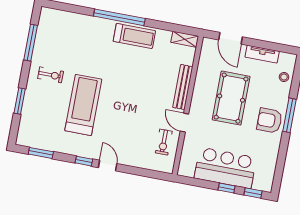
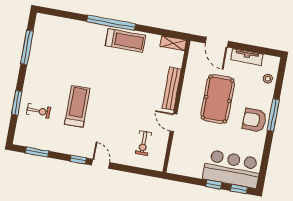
exercise bike: (51, 75) -> (39, 111), moved
treadmill: (83, 105) -> (77, 106), width x0.73, depth x0.73
exercise bike: (164, 142) -> (143, 143), moved
bar counter: (225, 168) -> (232, 169), moved

